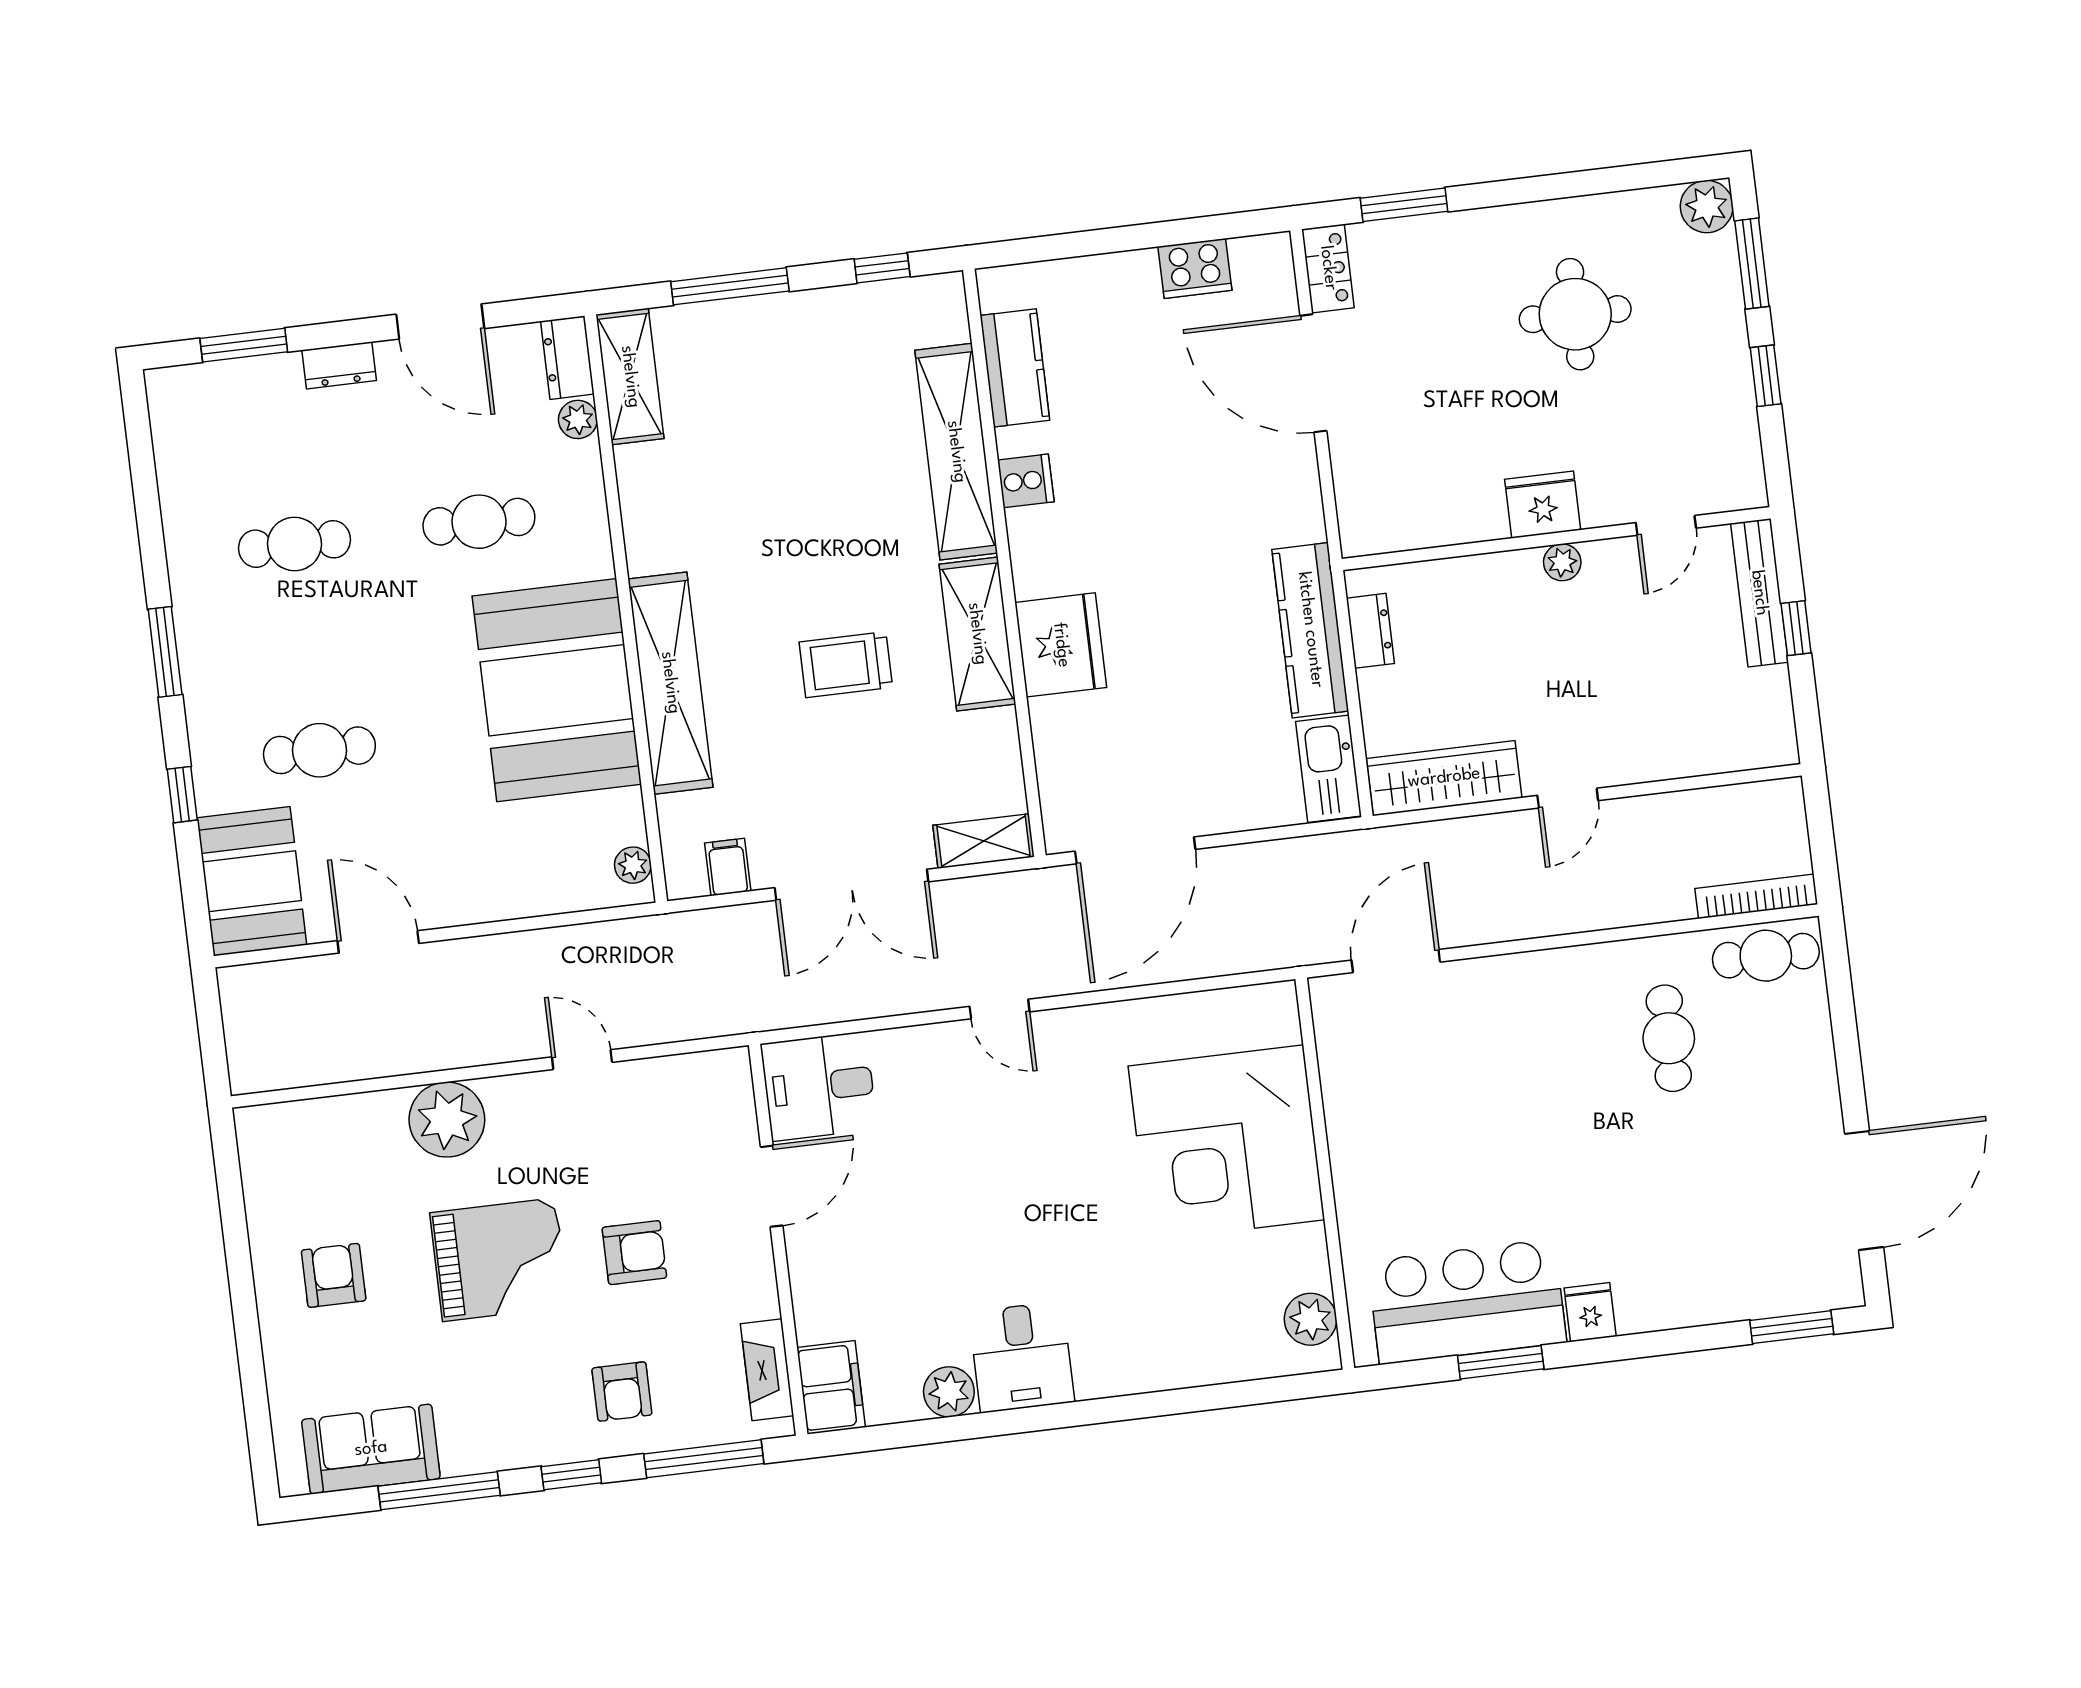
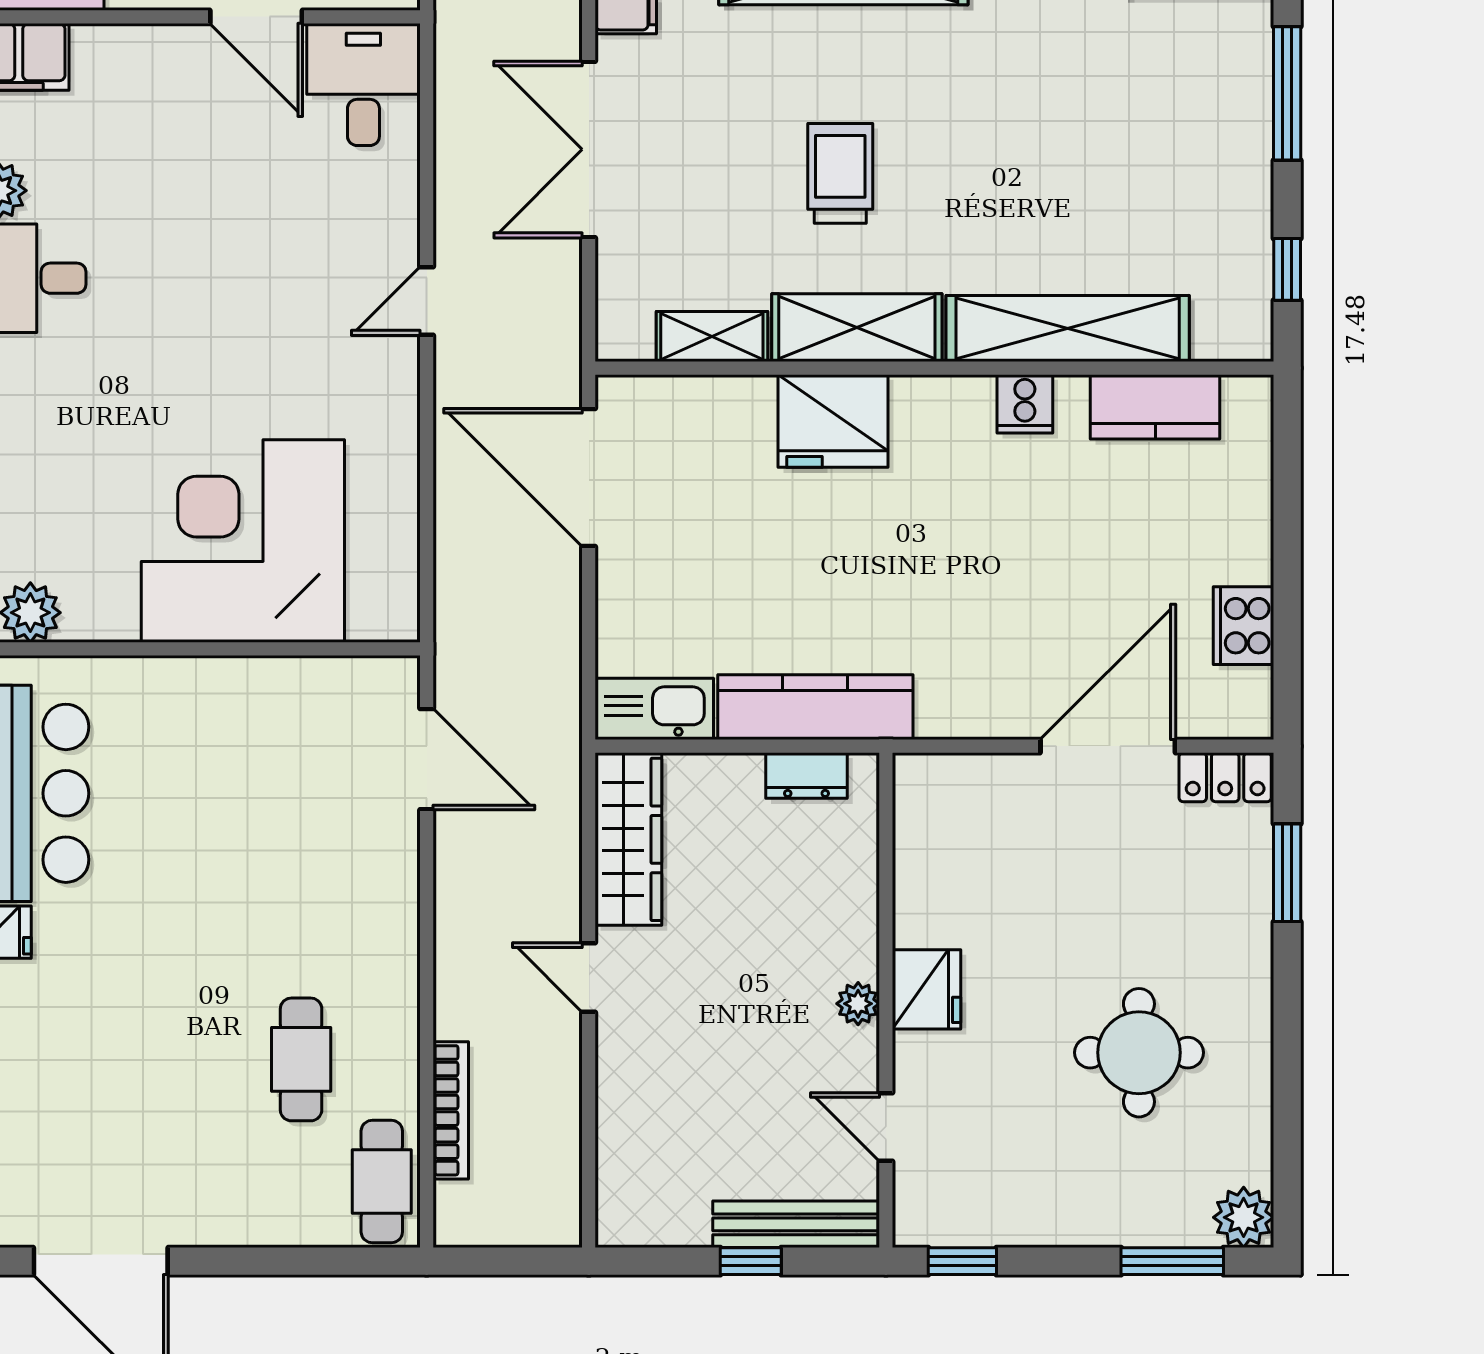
window: (1766, 376) -> (962, 1261), moved
shelving: (984, 841) -> (712, 337), moved, turned 90
bookcase: (1756, 896) -> (451, 1110), moved
cafe table: (1669, 1038) -> (301, 1059), turned 90

